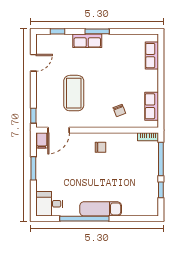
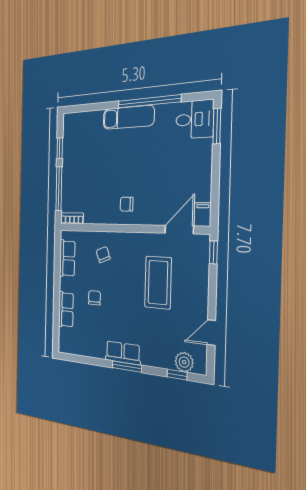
plant: (52, 41) -> (184, 362), added
row of seats: (87, 41) -> (123, 353), moved
row of seats: (152, 56) -> (66, 310), moved
chair: (126, 78) -> (94, 298), added
window: (33, 168) -> (217, 126), moved

